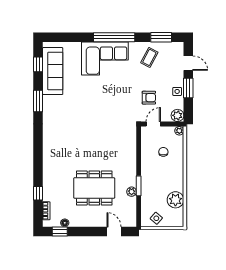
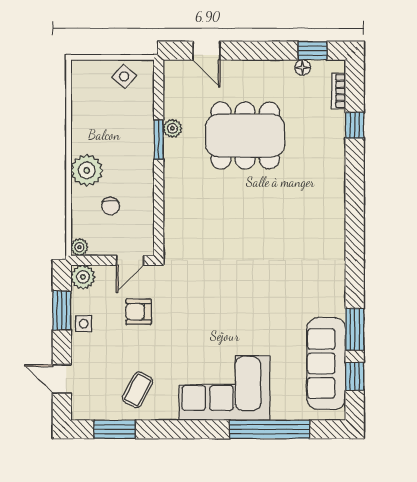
window: (114, 37) -> (270, 429), moved
window: (188, 88) -> (62, 310), moved
window: (38, 101) -> (355, 329), moved
plant: (175, 200) -> (87, 170), moved

